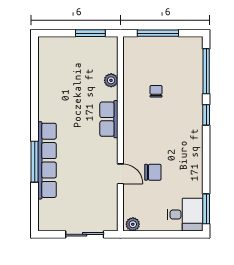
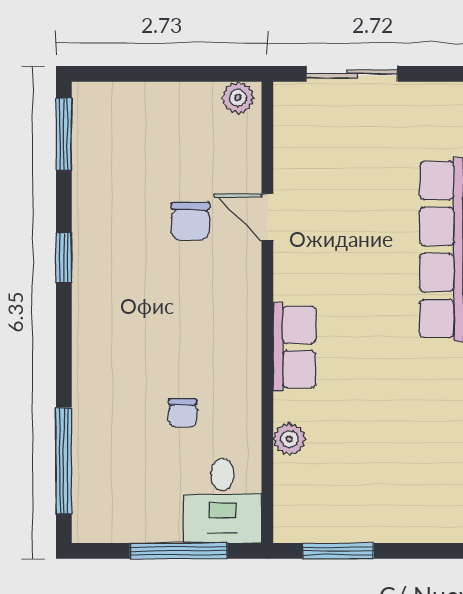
window: (206, 115) -> (64, 258), moved
chair: (153, 172) -> (190, 221), turned -90
desk: (185, 215) -> (222, 501), moved, turned -90

